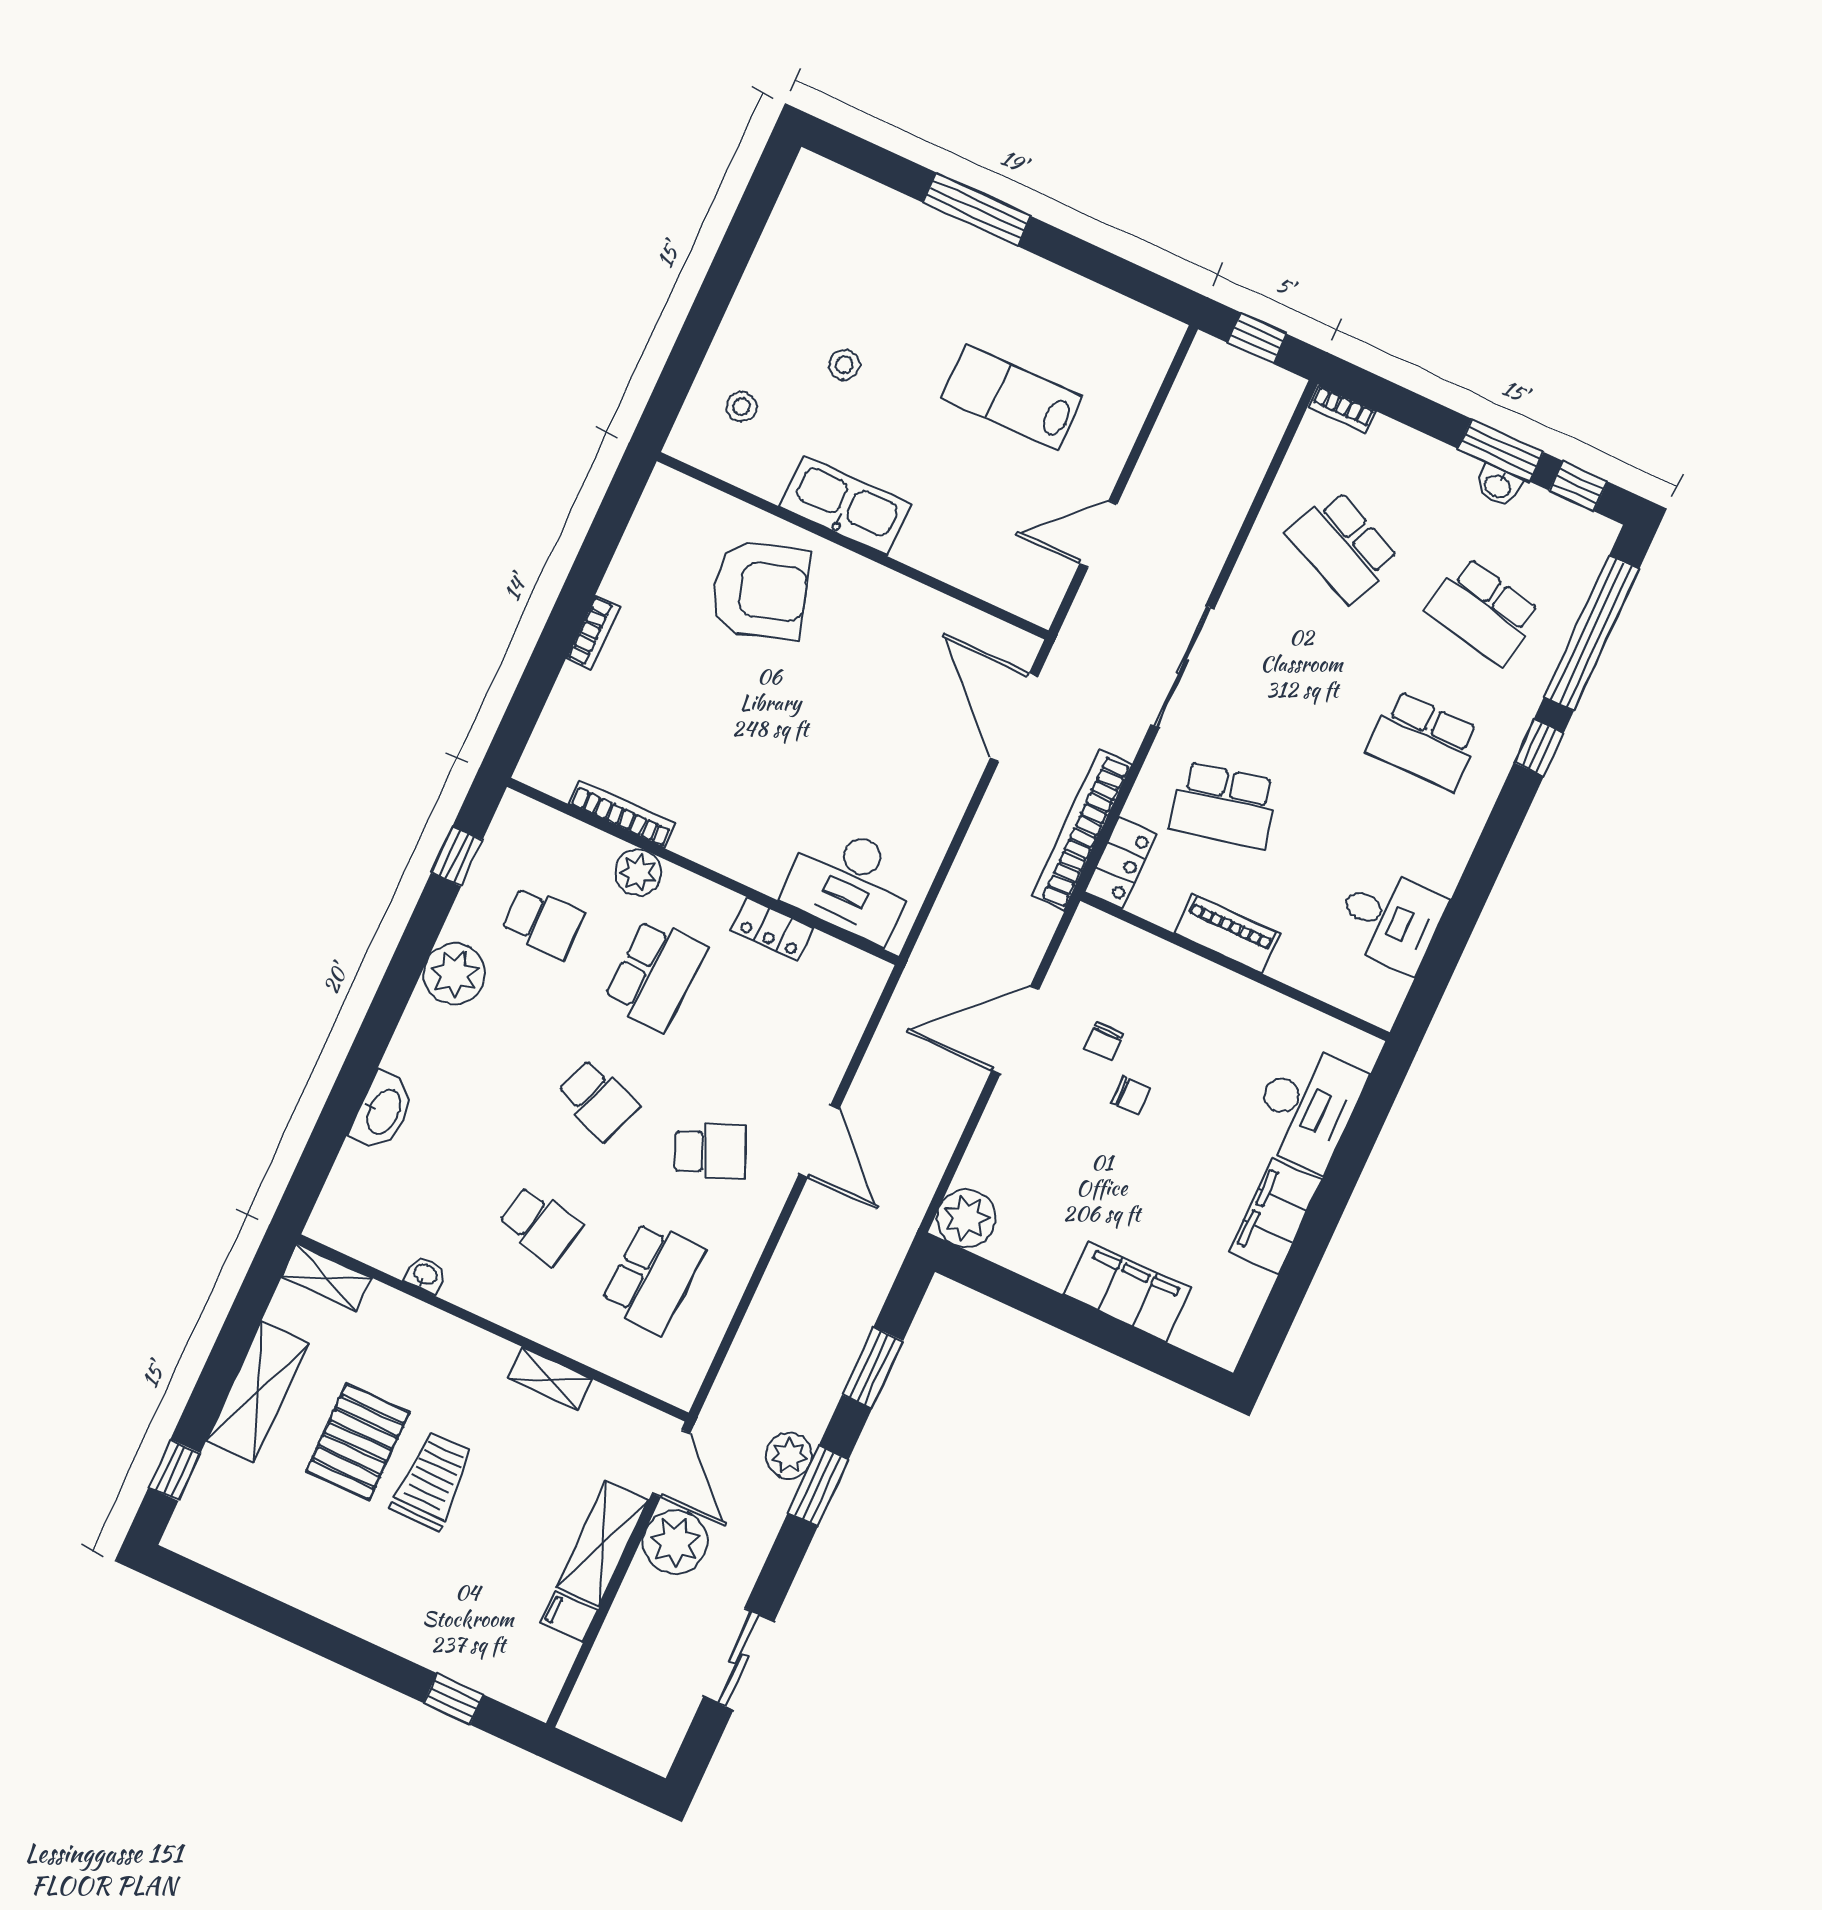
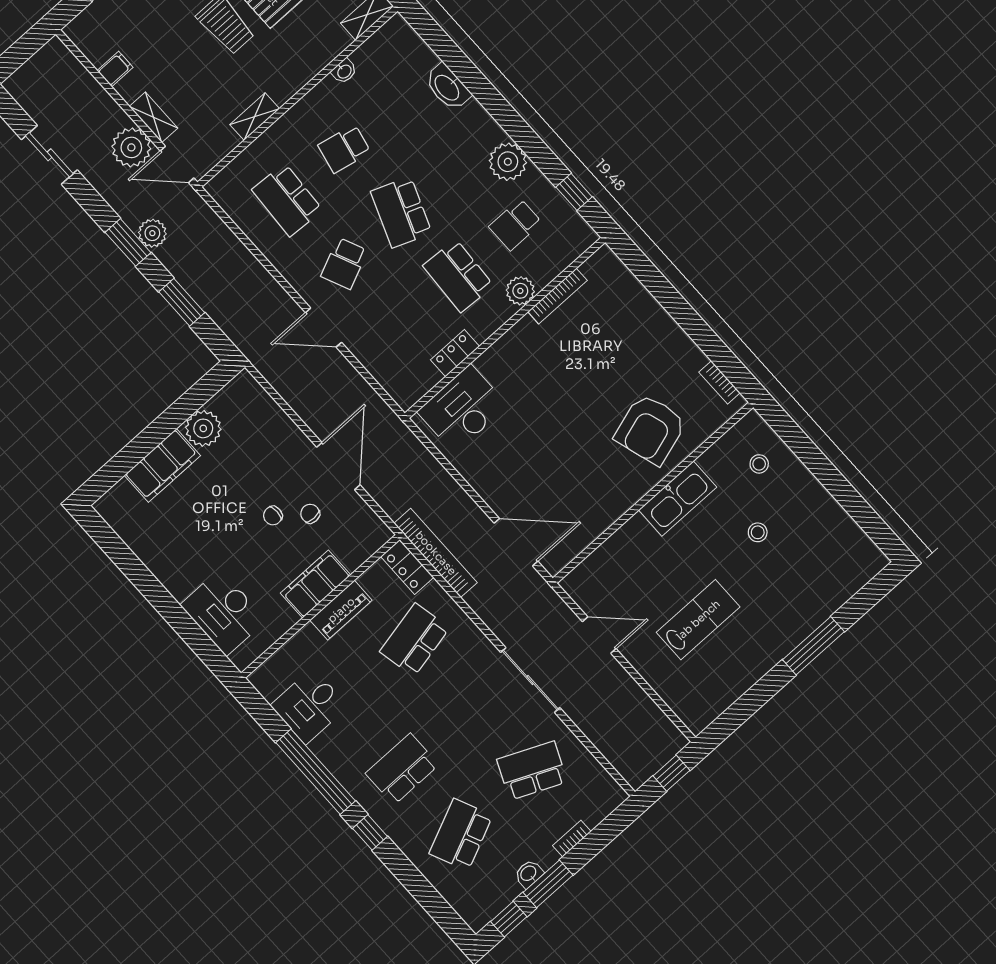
bookcase: (1342, 409) -> (572, 839), moved
door: (1098, 534) -> (599, 635), hinge flipped
school desk: (1483, 611) -> (461, 834), turned -36
bookcase: (593, 632) -> (720, 382), moved
window: (1591, 633) -> (316, 772), moved
sliding door: (1182, 667) -> (530, 680), moved
school desk: (598, 1100) -> (401, 212), width x1.85
filing cabinet: (1275, 1216) -> (316, 584), moved, turned -90
plant: (966, 1218) -> (203, 428), moved
shelving: (602, 1544) -> (154, 117), width x0.67, depth x0.75

